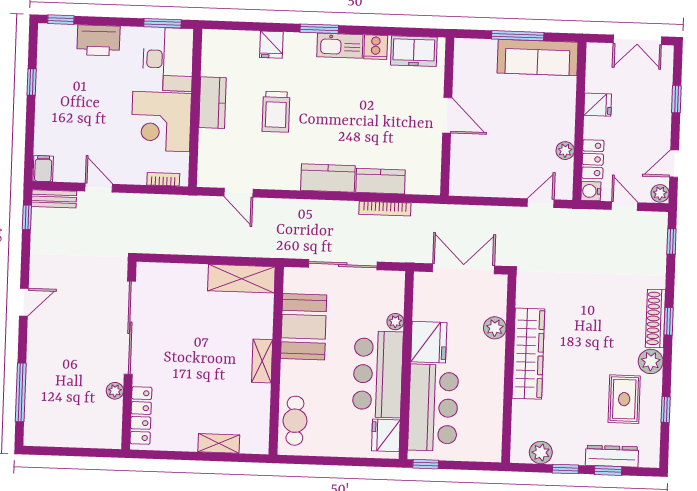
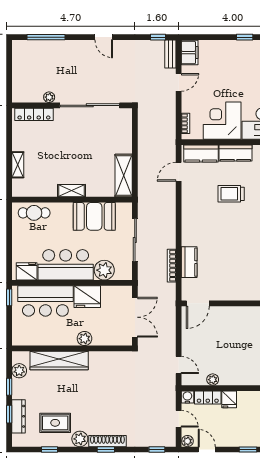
fridge: (598, 105) -> (229, 399), moved
door: (447, 115) -> (198, 303), moved
filing cabinet: (43, 169) -> (190, 53), width x2.00
kitchen counter: (328, 178) -> (201, 153), moved, turned 90
door: (625, 206) -> (179, 419), hinge flipped
plant: (395, 322) -> (104, 270), width x1.87, depth x1.87
plant: (495, 328) -> (85, 339), moved
wardrobe: (528, 354) -> (59, 361), moved

